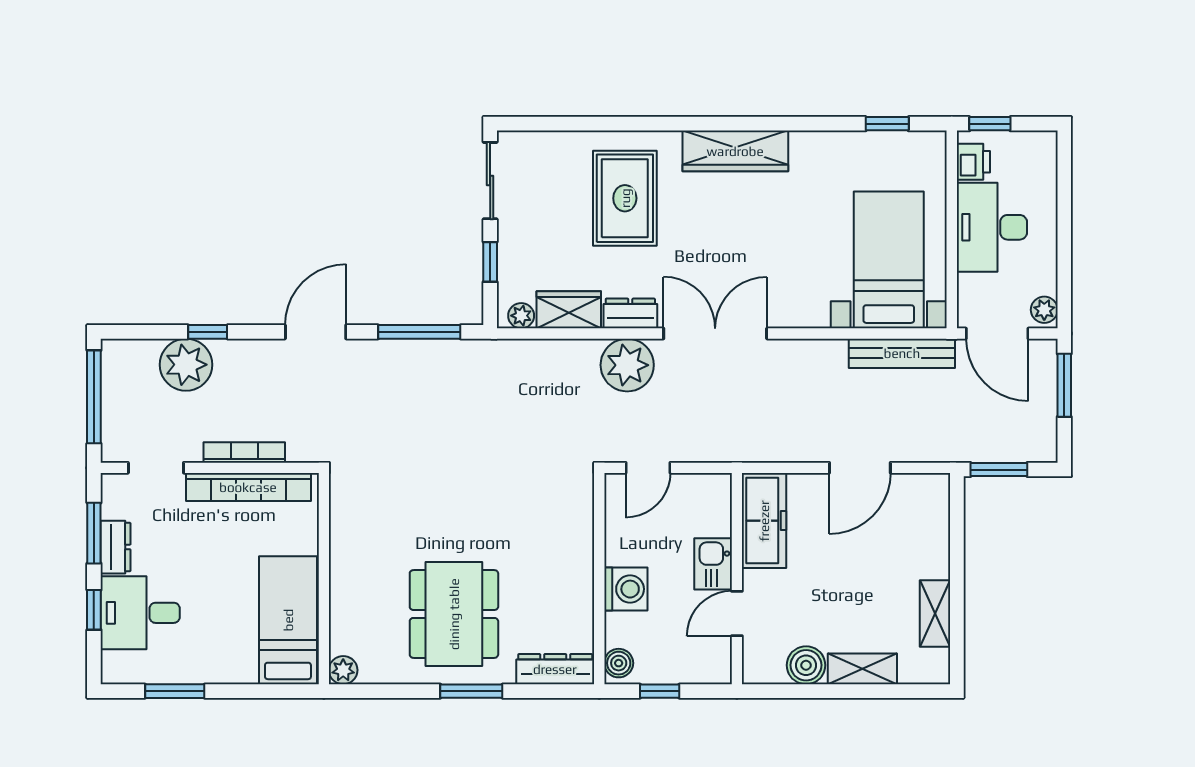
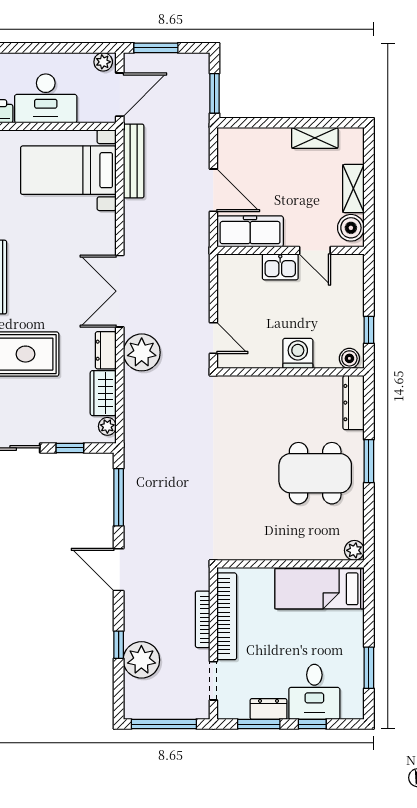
freezer: (764, 521) -> (250, 231), moved
kitchen sink: (713, 564) -> (280, 267), moved
wall: (737, 579) -> (291, 250), moved
door: (737, 613) -> (315, 250), moved

